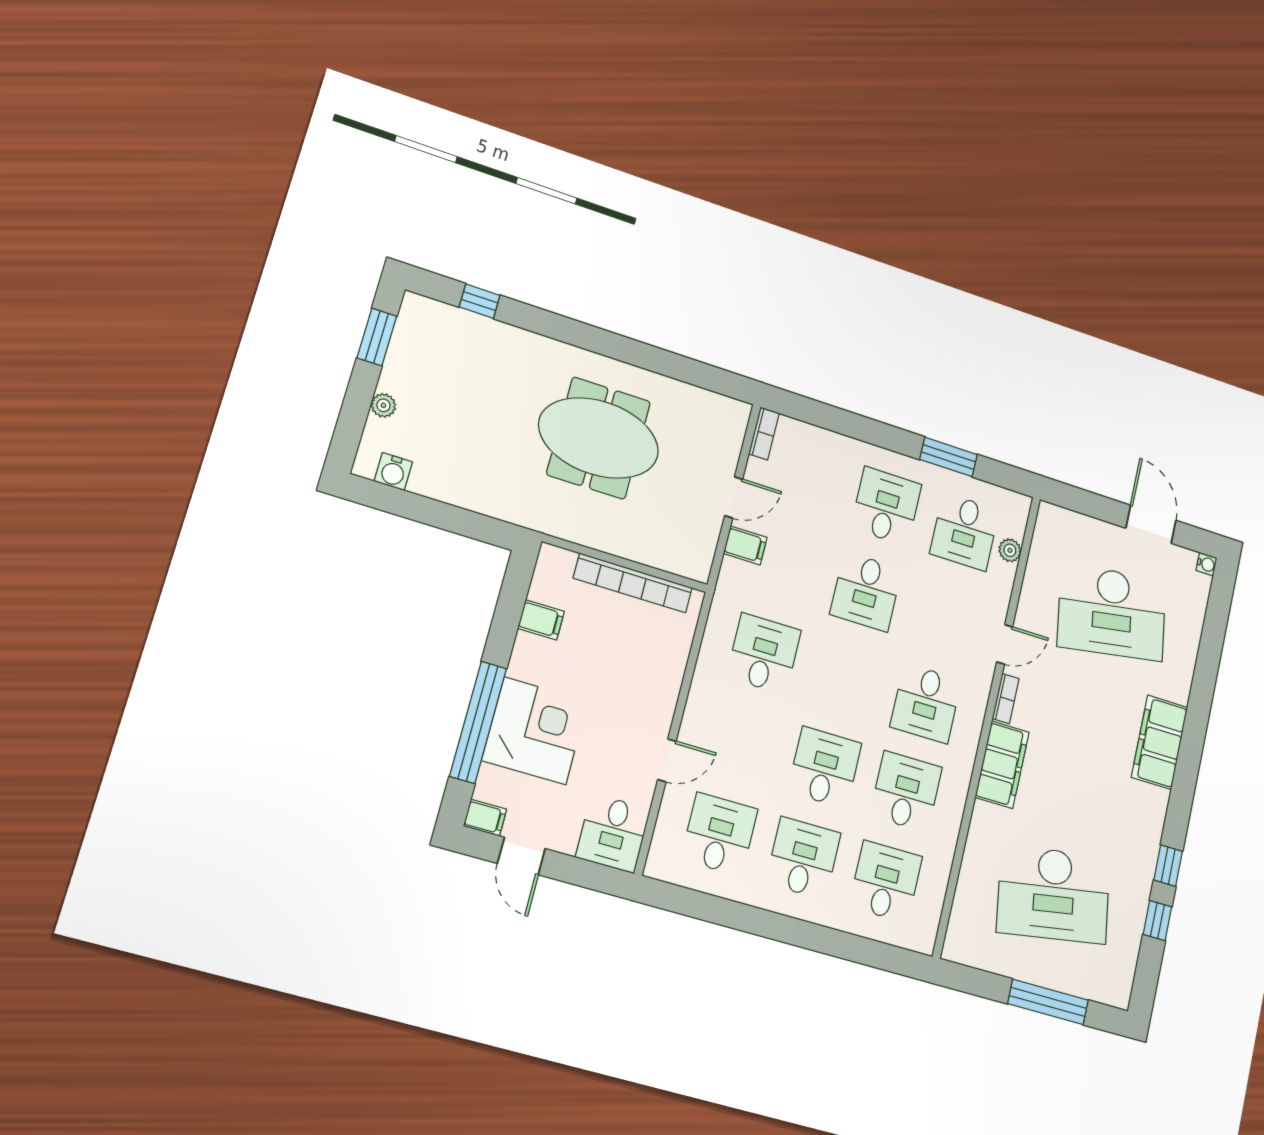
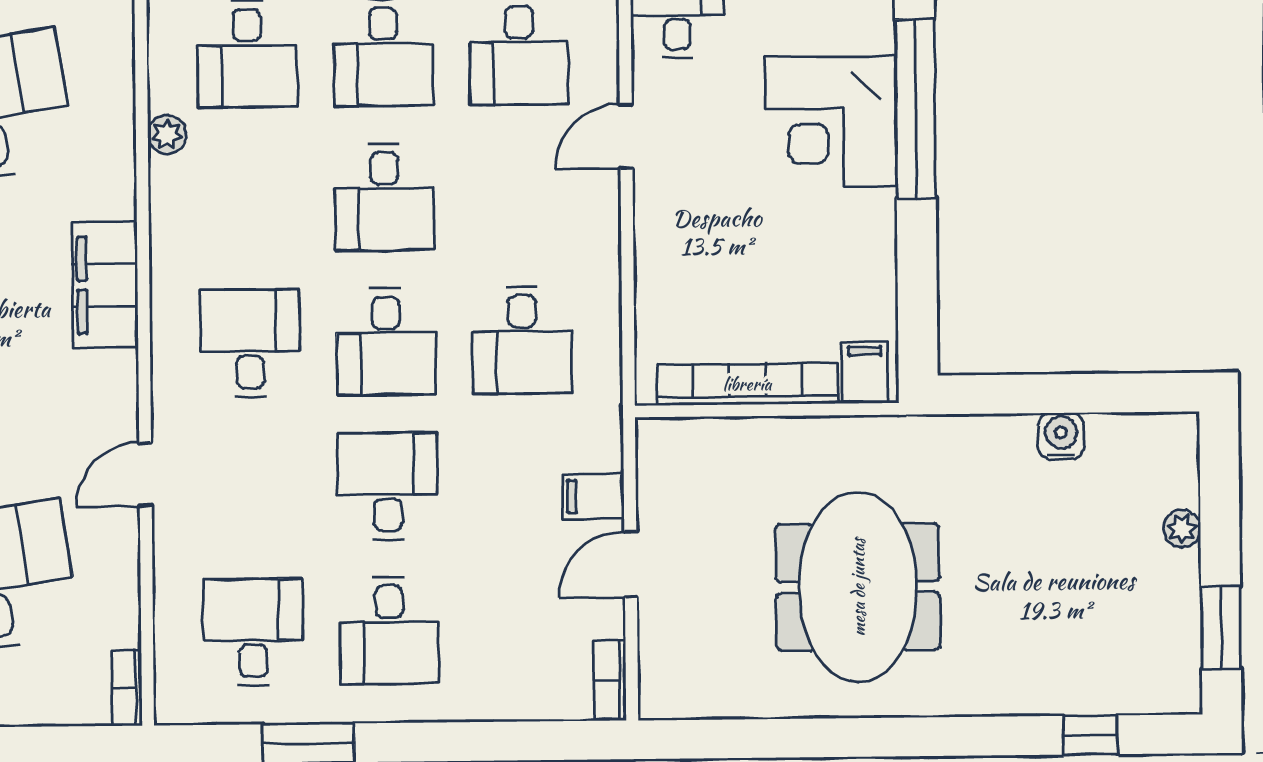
meeting table: (599, 438) -> (858, 587), turned 90
water cooler: (393, 472) -> (1061, 436), moved
plant: (1010, 550) -> (167, 135), moved
filing cabinet: (541, 620) -> (865, 373), moved, turned 90
bookcase: (1006, 699) -> (127, 688), moved
desk: (906, 792) -> (386, 342), moved

